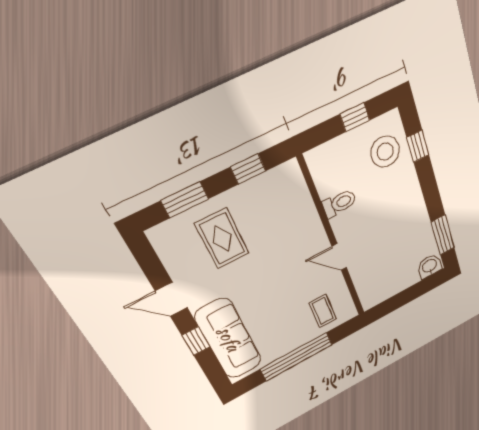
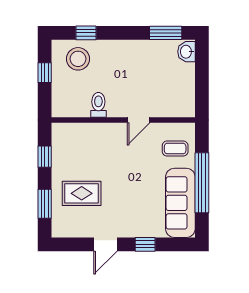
sofa: (229, 339) -> (180, 203), moved, turned -90

